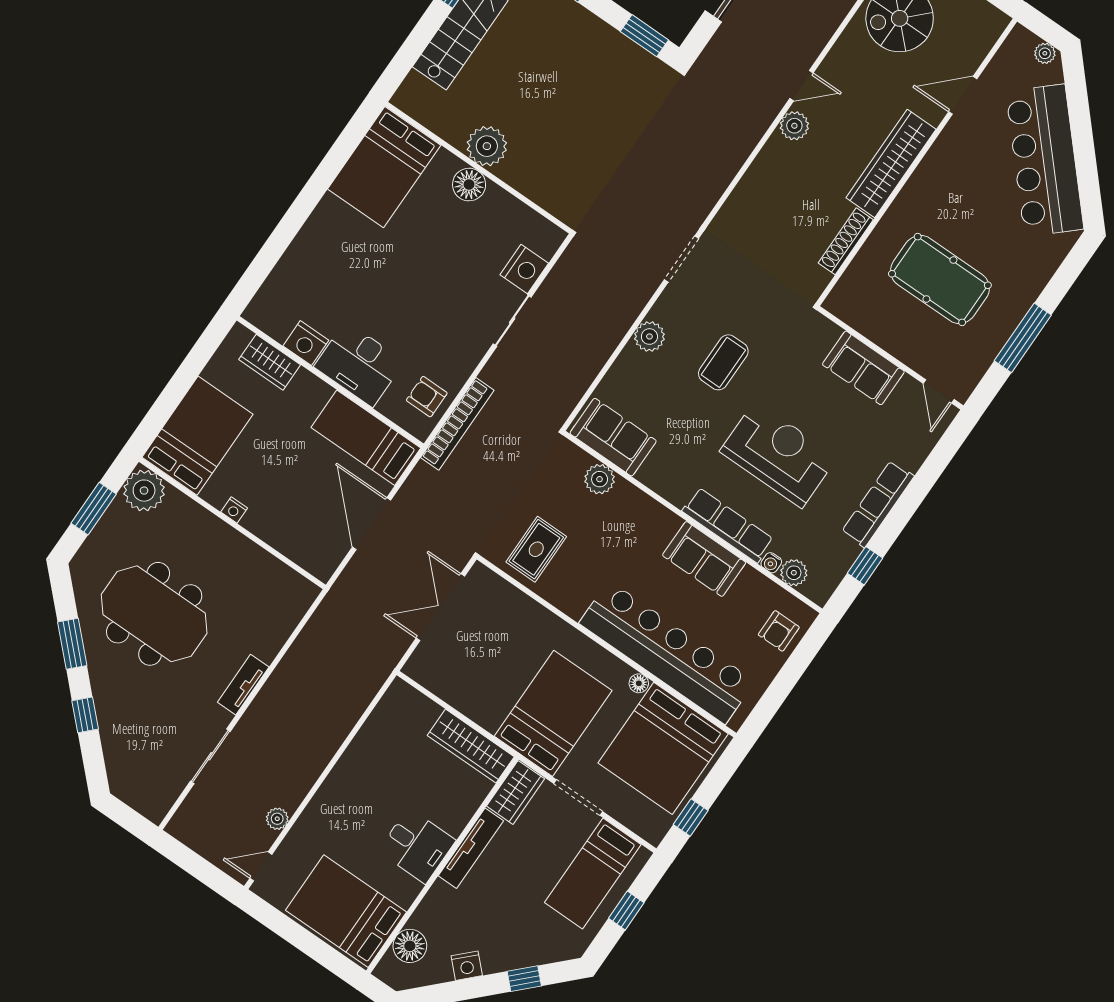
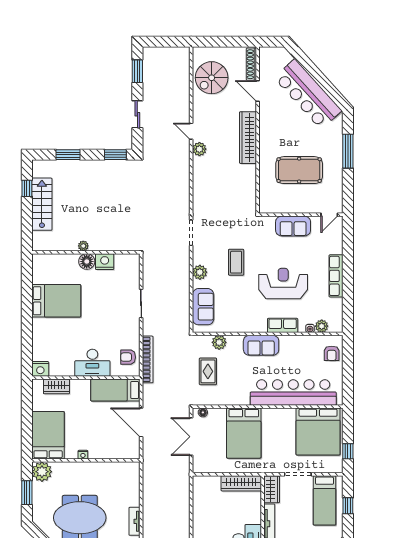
plant: (1045, 53) -> (279, 52), removed
door: (801, 86) -> (191, 131), swing flipped
door: (963, 95) -> (258, 91), hinge flipped
plant: (487, 146) -> (83, 246), width x0.53, depth x0.53
bed: (384, 167) -> (56, 301), moved, turned -90
shoe rack: (846, 241) -> (251, 64), moved
nightstand: (524, 269) -> (105, 262), moved, turned -90
window: (1023, 338) -> (348, 151), moved
nightstand: (306, 343) -> (40, 369), moved
door: (939, 391) -> (329, 215), hinge flipped
sofa: (613, 437) -> (203, 307), moved, turned 90
row of seats: (728, 525) -> (283, 325), width x0.68
rug: (536, 549) -> (208, 371), moved
sofa: (704, 559) -> (261, 345), moved
window: (865, 566) -> (348, 304), removed
floor lamp: (639, 683) -> (203, 412), moved
bed: (553, 713) -> (244, 433), moved, turned 180

